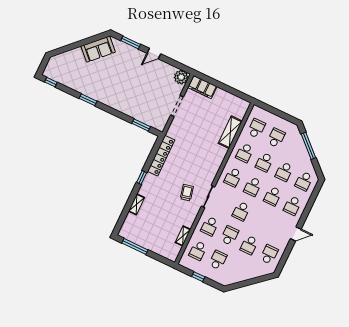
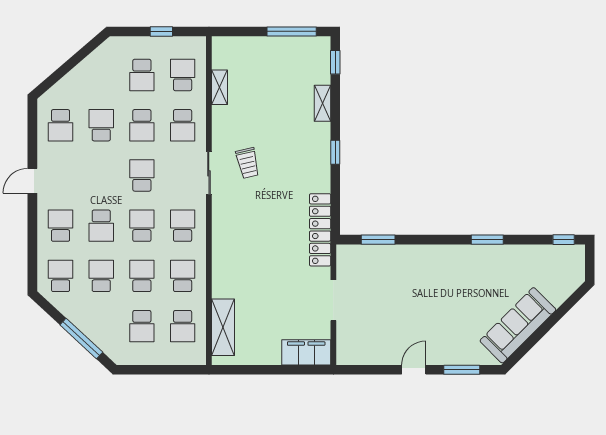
sofa: (98, 49) -> (518, 325), width x1.36
plant: (181, 77) -> (349, 352), removed
shelving: (230, 132) -> (223, 327), moved
locker: (161, 156) -> (320, 230), moved
school desk: (273, 196) -> (101, 226), turned 180
window: (121, 221) -> (335, 62), added
school desk: (210, 226) -> (183, 125), turned 180

